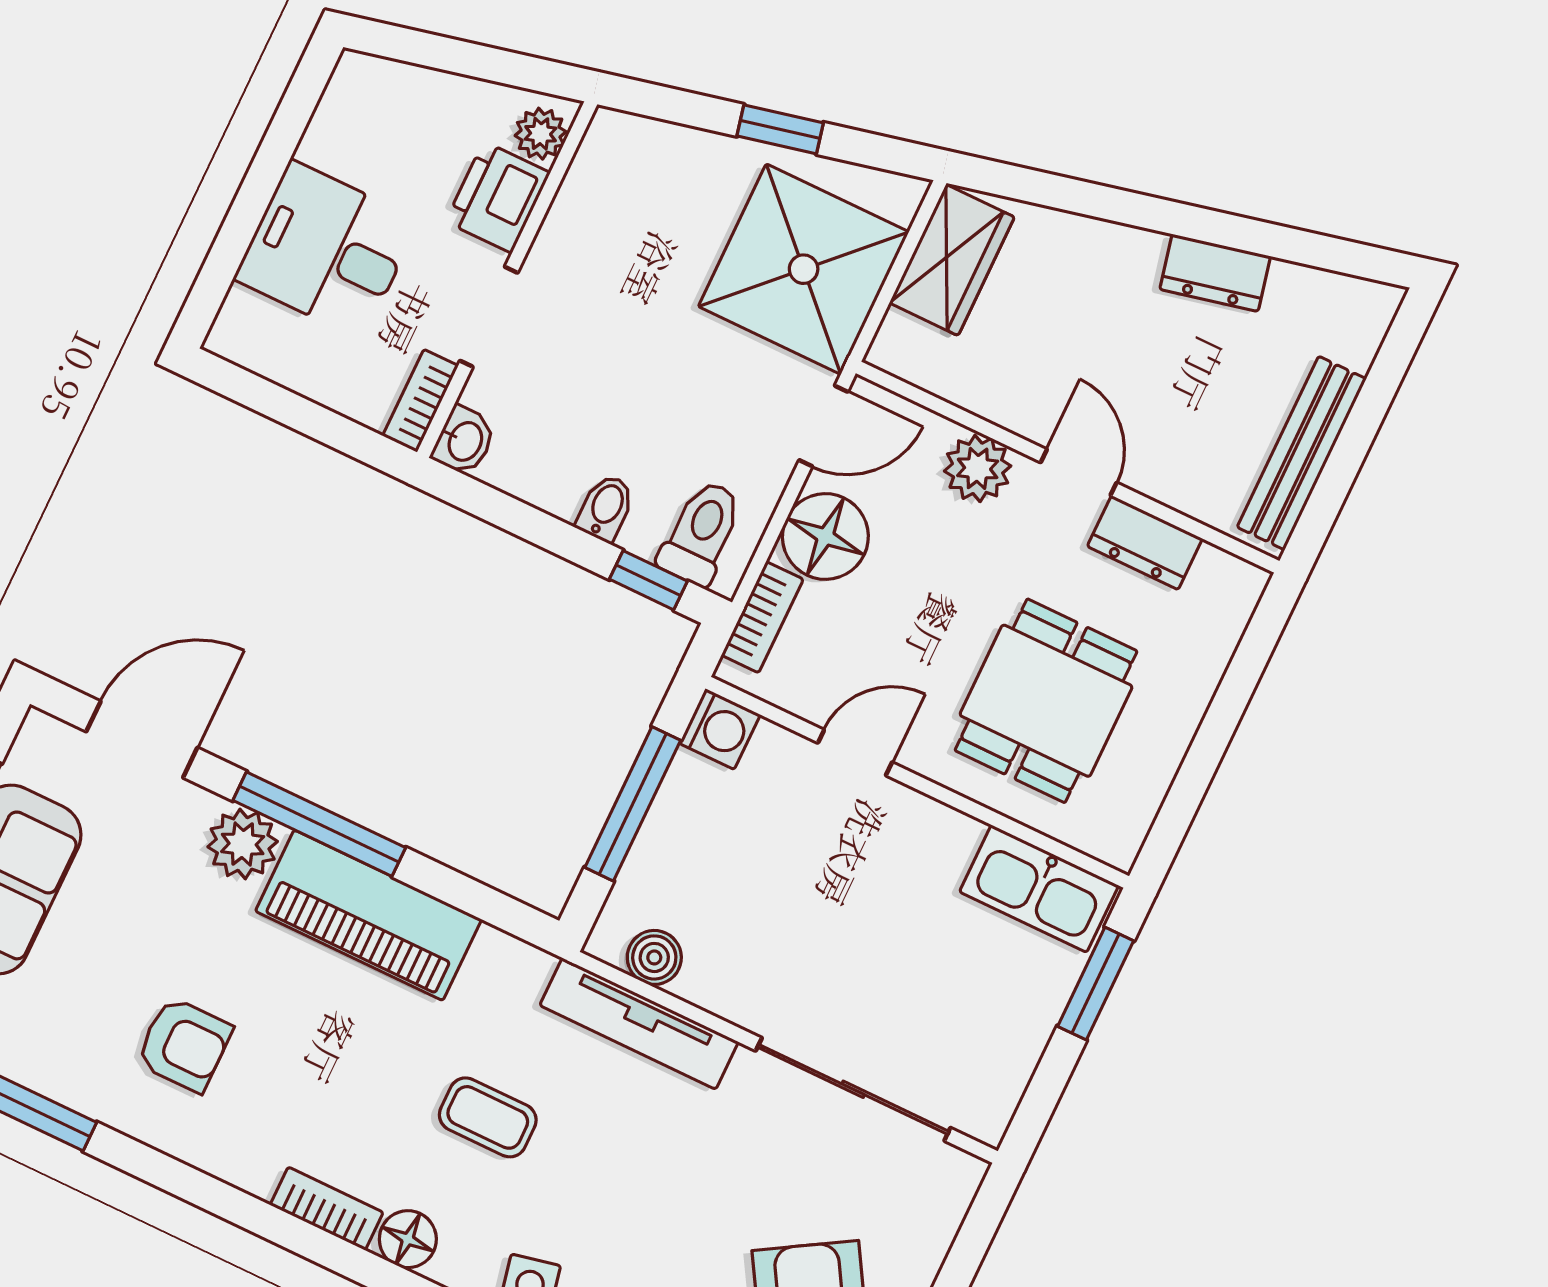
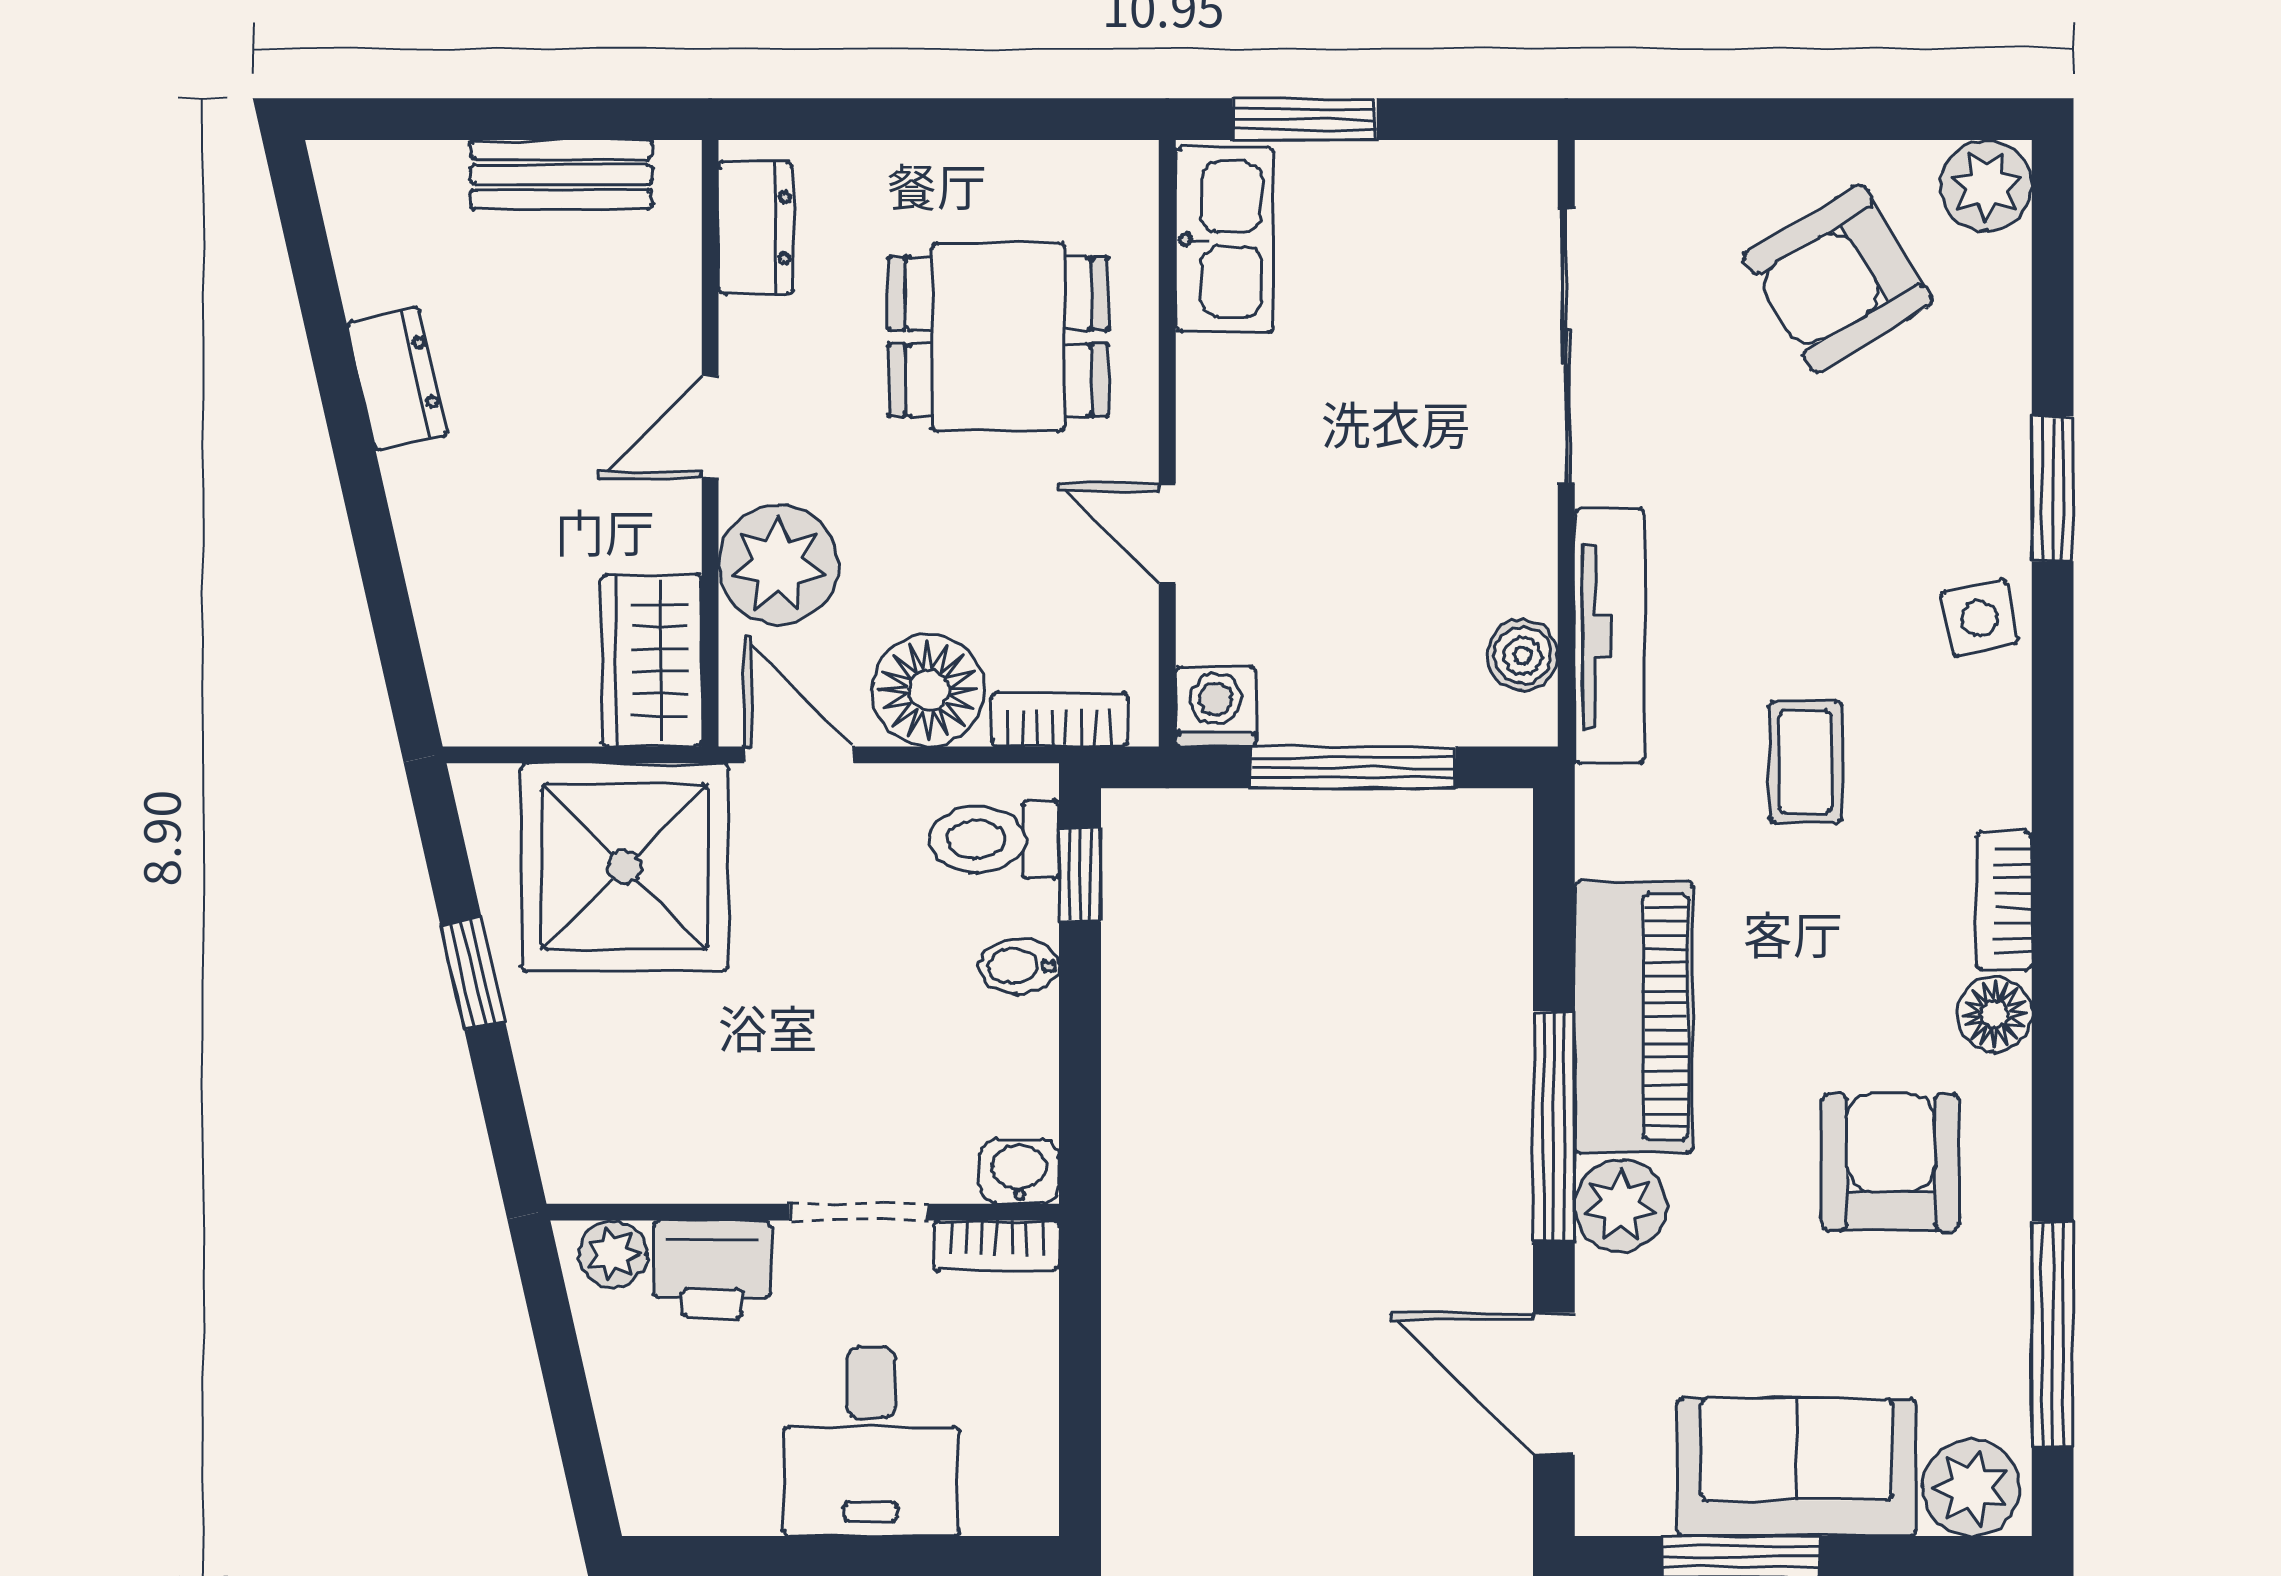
wardrobe: (952, 260) -> (652, 661), moved, turned -90
bench: (1302, 453) -> (561, 175), width x0.73
plant: (978, 468) -> (778, 565), width x1.36, depth x1.36
dresser: (1145, 543) -> (756, 228), moved
armchair: (184, 1045) -> (1891, 1162), width x1.38, depth x1.38
floor lamp: (408, 1239) -> (1994, 1014), moved

